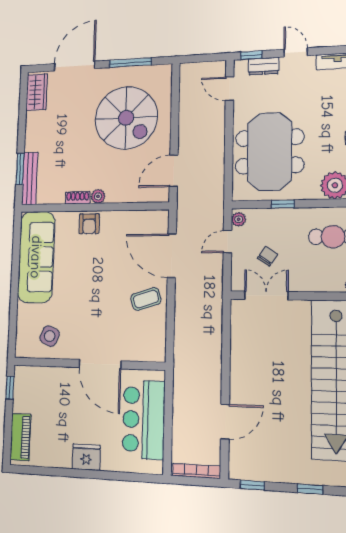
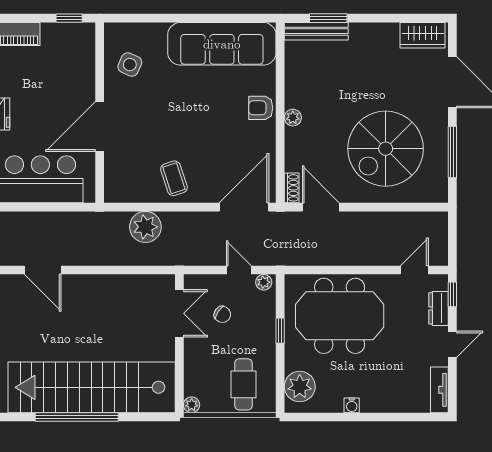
shoe rack: (78, 198) -> (292, 188), moved
door: (172, 256) -> (244, 207), moved
plant: (188, 325) -> (145, 227), added

